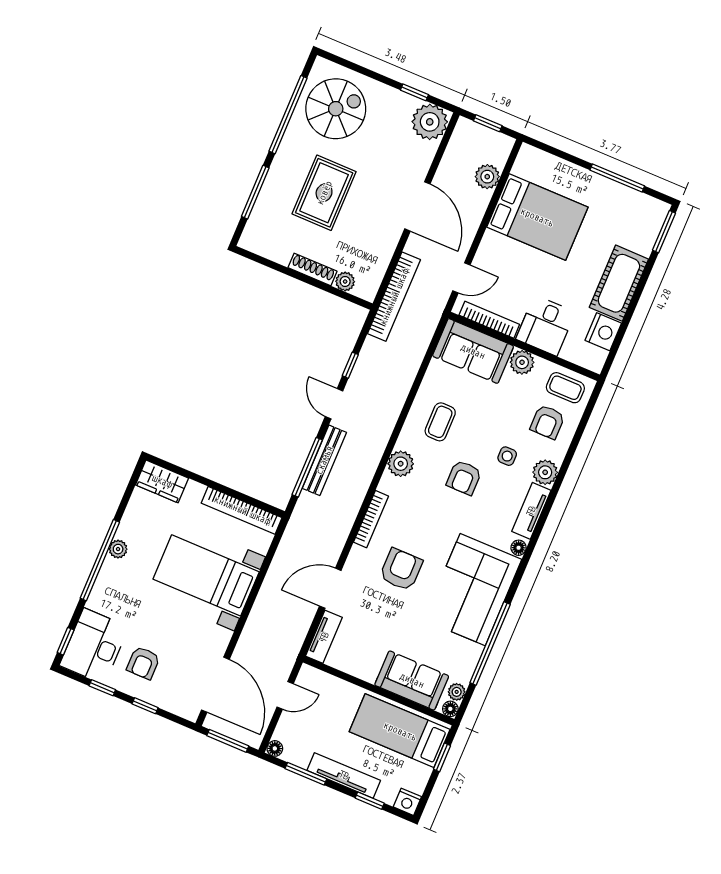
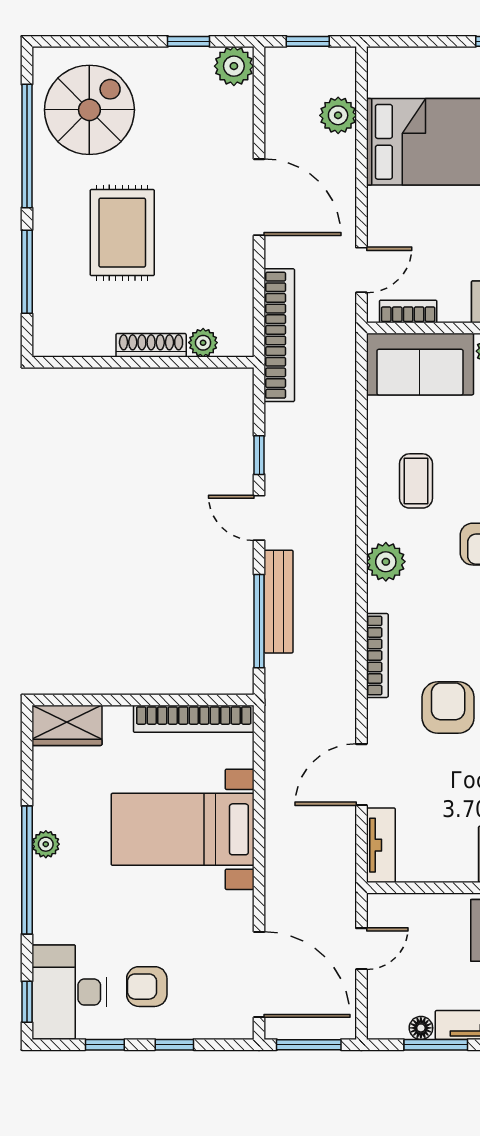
plant: (430, 122) -> (234, 66), width x0.73, depth x0.73
bookcase: (489, 320) -> (408, 311), width x0.64
armchair: (143, 663) -> (147, 987), turned 90
floor lamp: (275, 748) -> (421, 1028), moved

